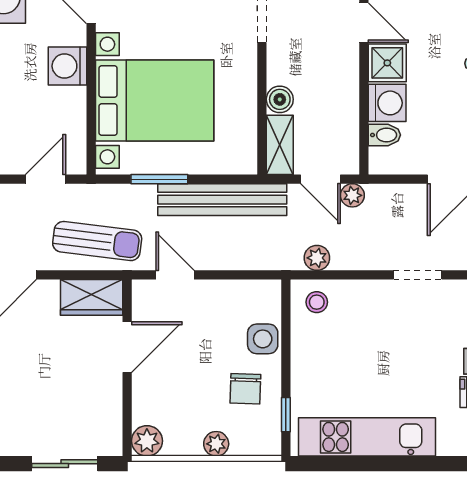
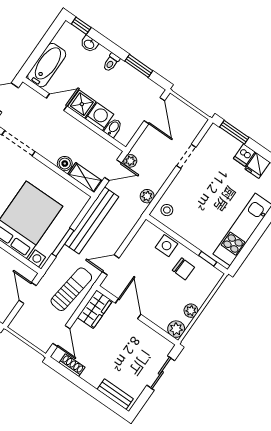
plant: (216, 444) -> (191, 311), moved

